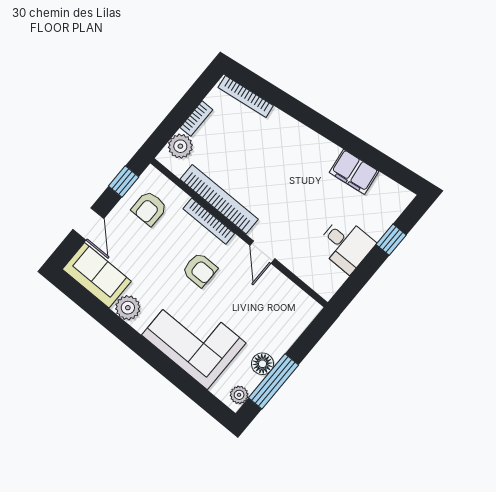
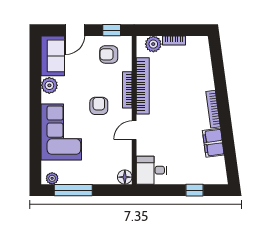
bookcase: (246, 97) -> (213, 109), moved
desk: (346, 245) -> (151, 170), moved, turned 90
armchair: (200, 270) -> (99, 106), turned 180
floor lamp: (262, 364) -> (125, 177), moved

